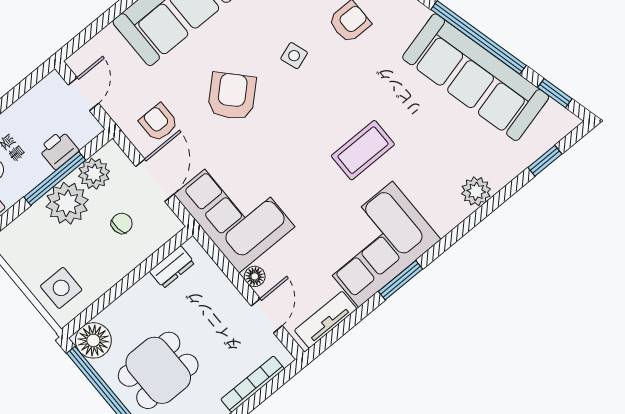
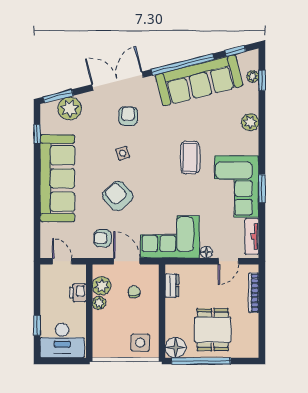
plant: (540, 144) -> (253, 77), added
window: (55, 179) -> (89, 305), removed
plant: (67, 203) -> (99, 303), width x0.53, depth x0.53
door: (267, 316) -> (228, 261), swing flipped

